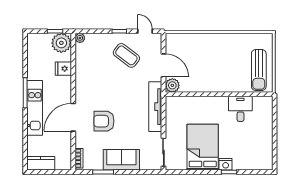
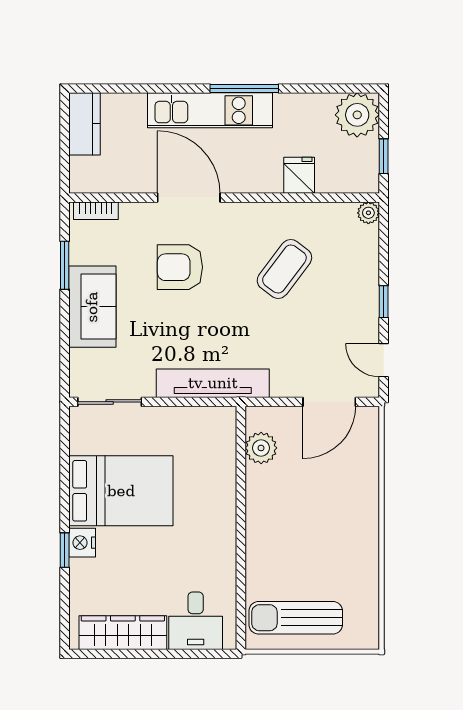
door: (145, 31) -> (384, 360), swing flipped
plant: (61, 43) -> (357, 115), moved
coffee table: (126, 55) -> (284, 269), moved
door: (163, 65) -> (329, 402), moved
plant: (172, 85) -> (261, 448), moved
desk: (240, 109) -> (196, 621), moved, turned 90
armchair: (104, 121) -> (180, 267), turned -90
wardrobe: (265, 146) -> (123, 633), added

